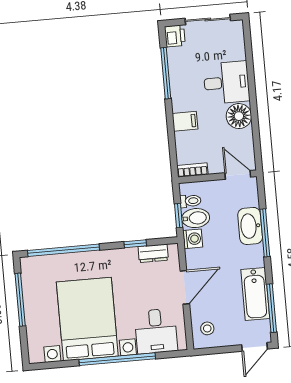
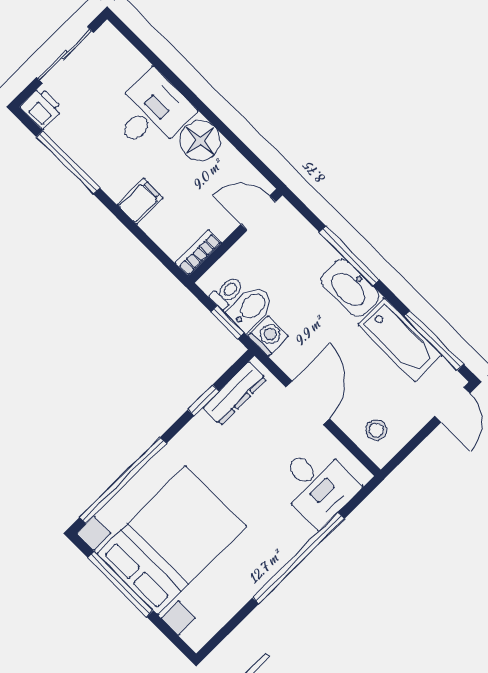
washbasin: (250, 226) -> (350, 288), moved
dresser: (153, 253) -> (235, 394), width x1.44
bed with nightstands: (87, 319) -> (172, 540), moved, turned 90

